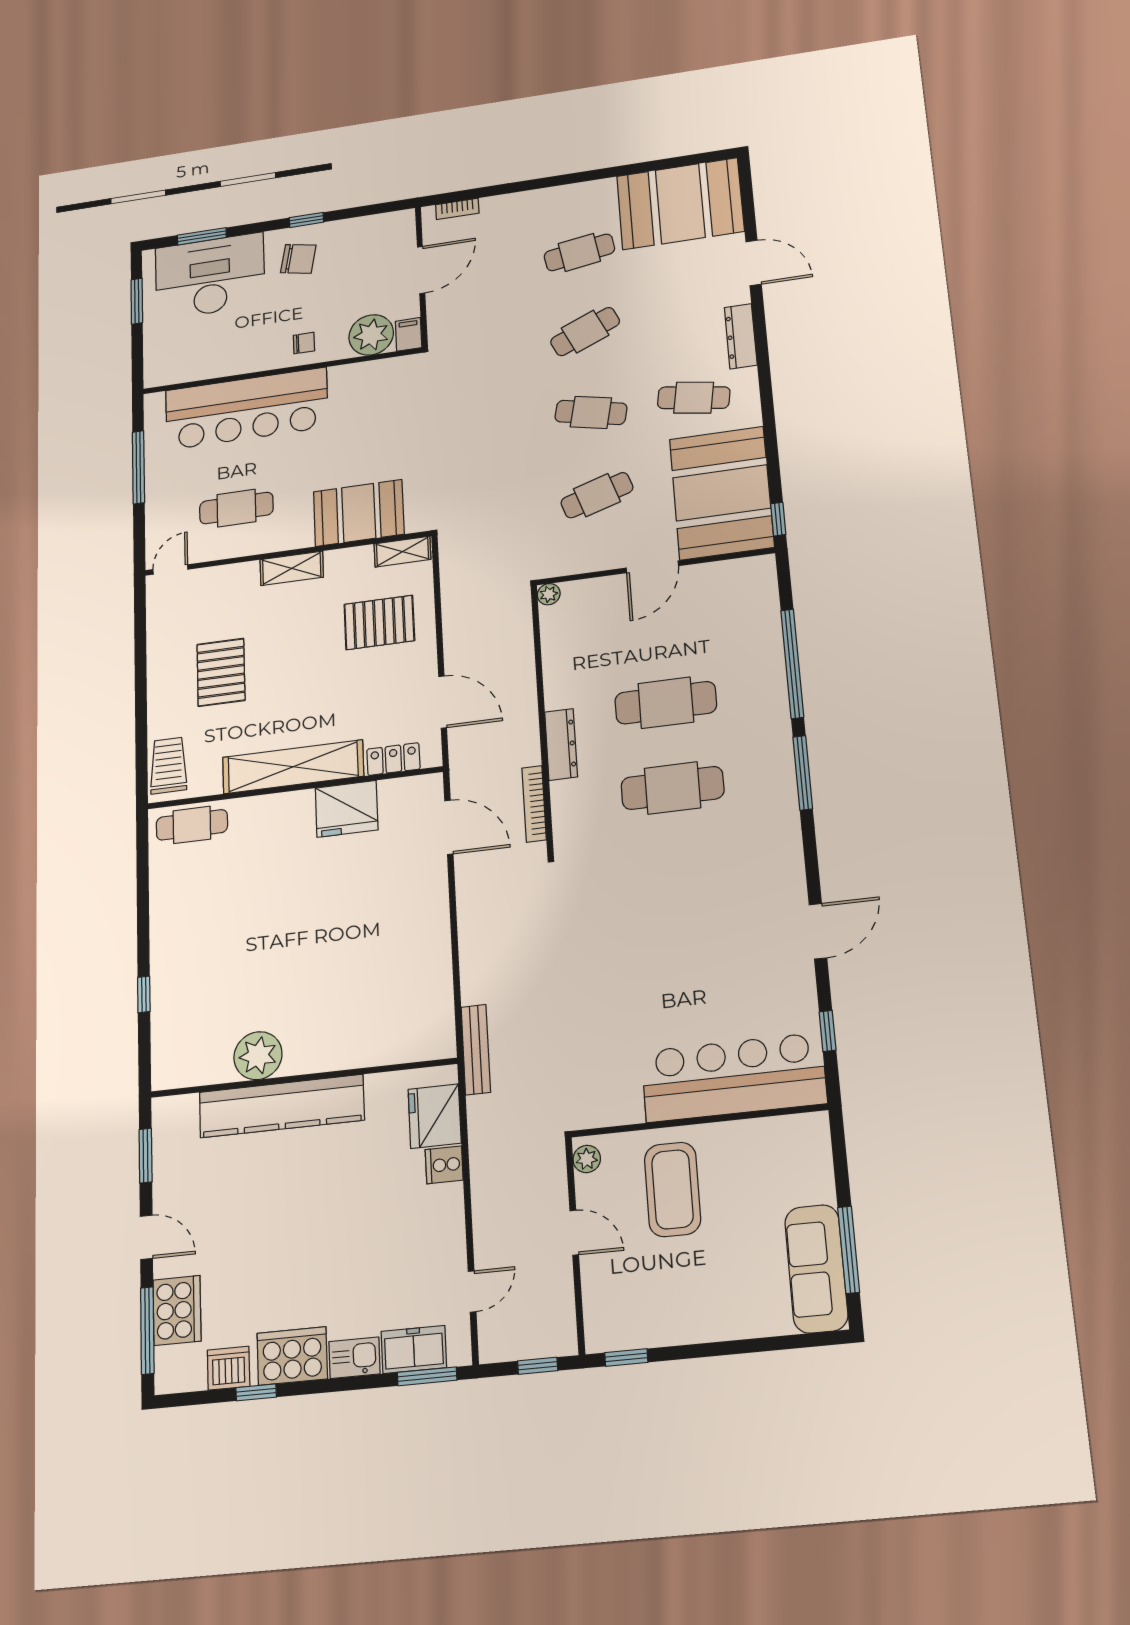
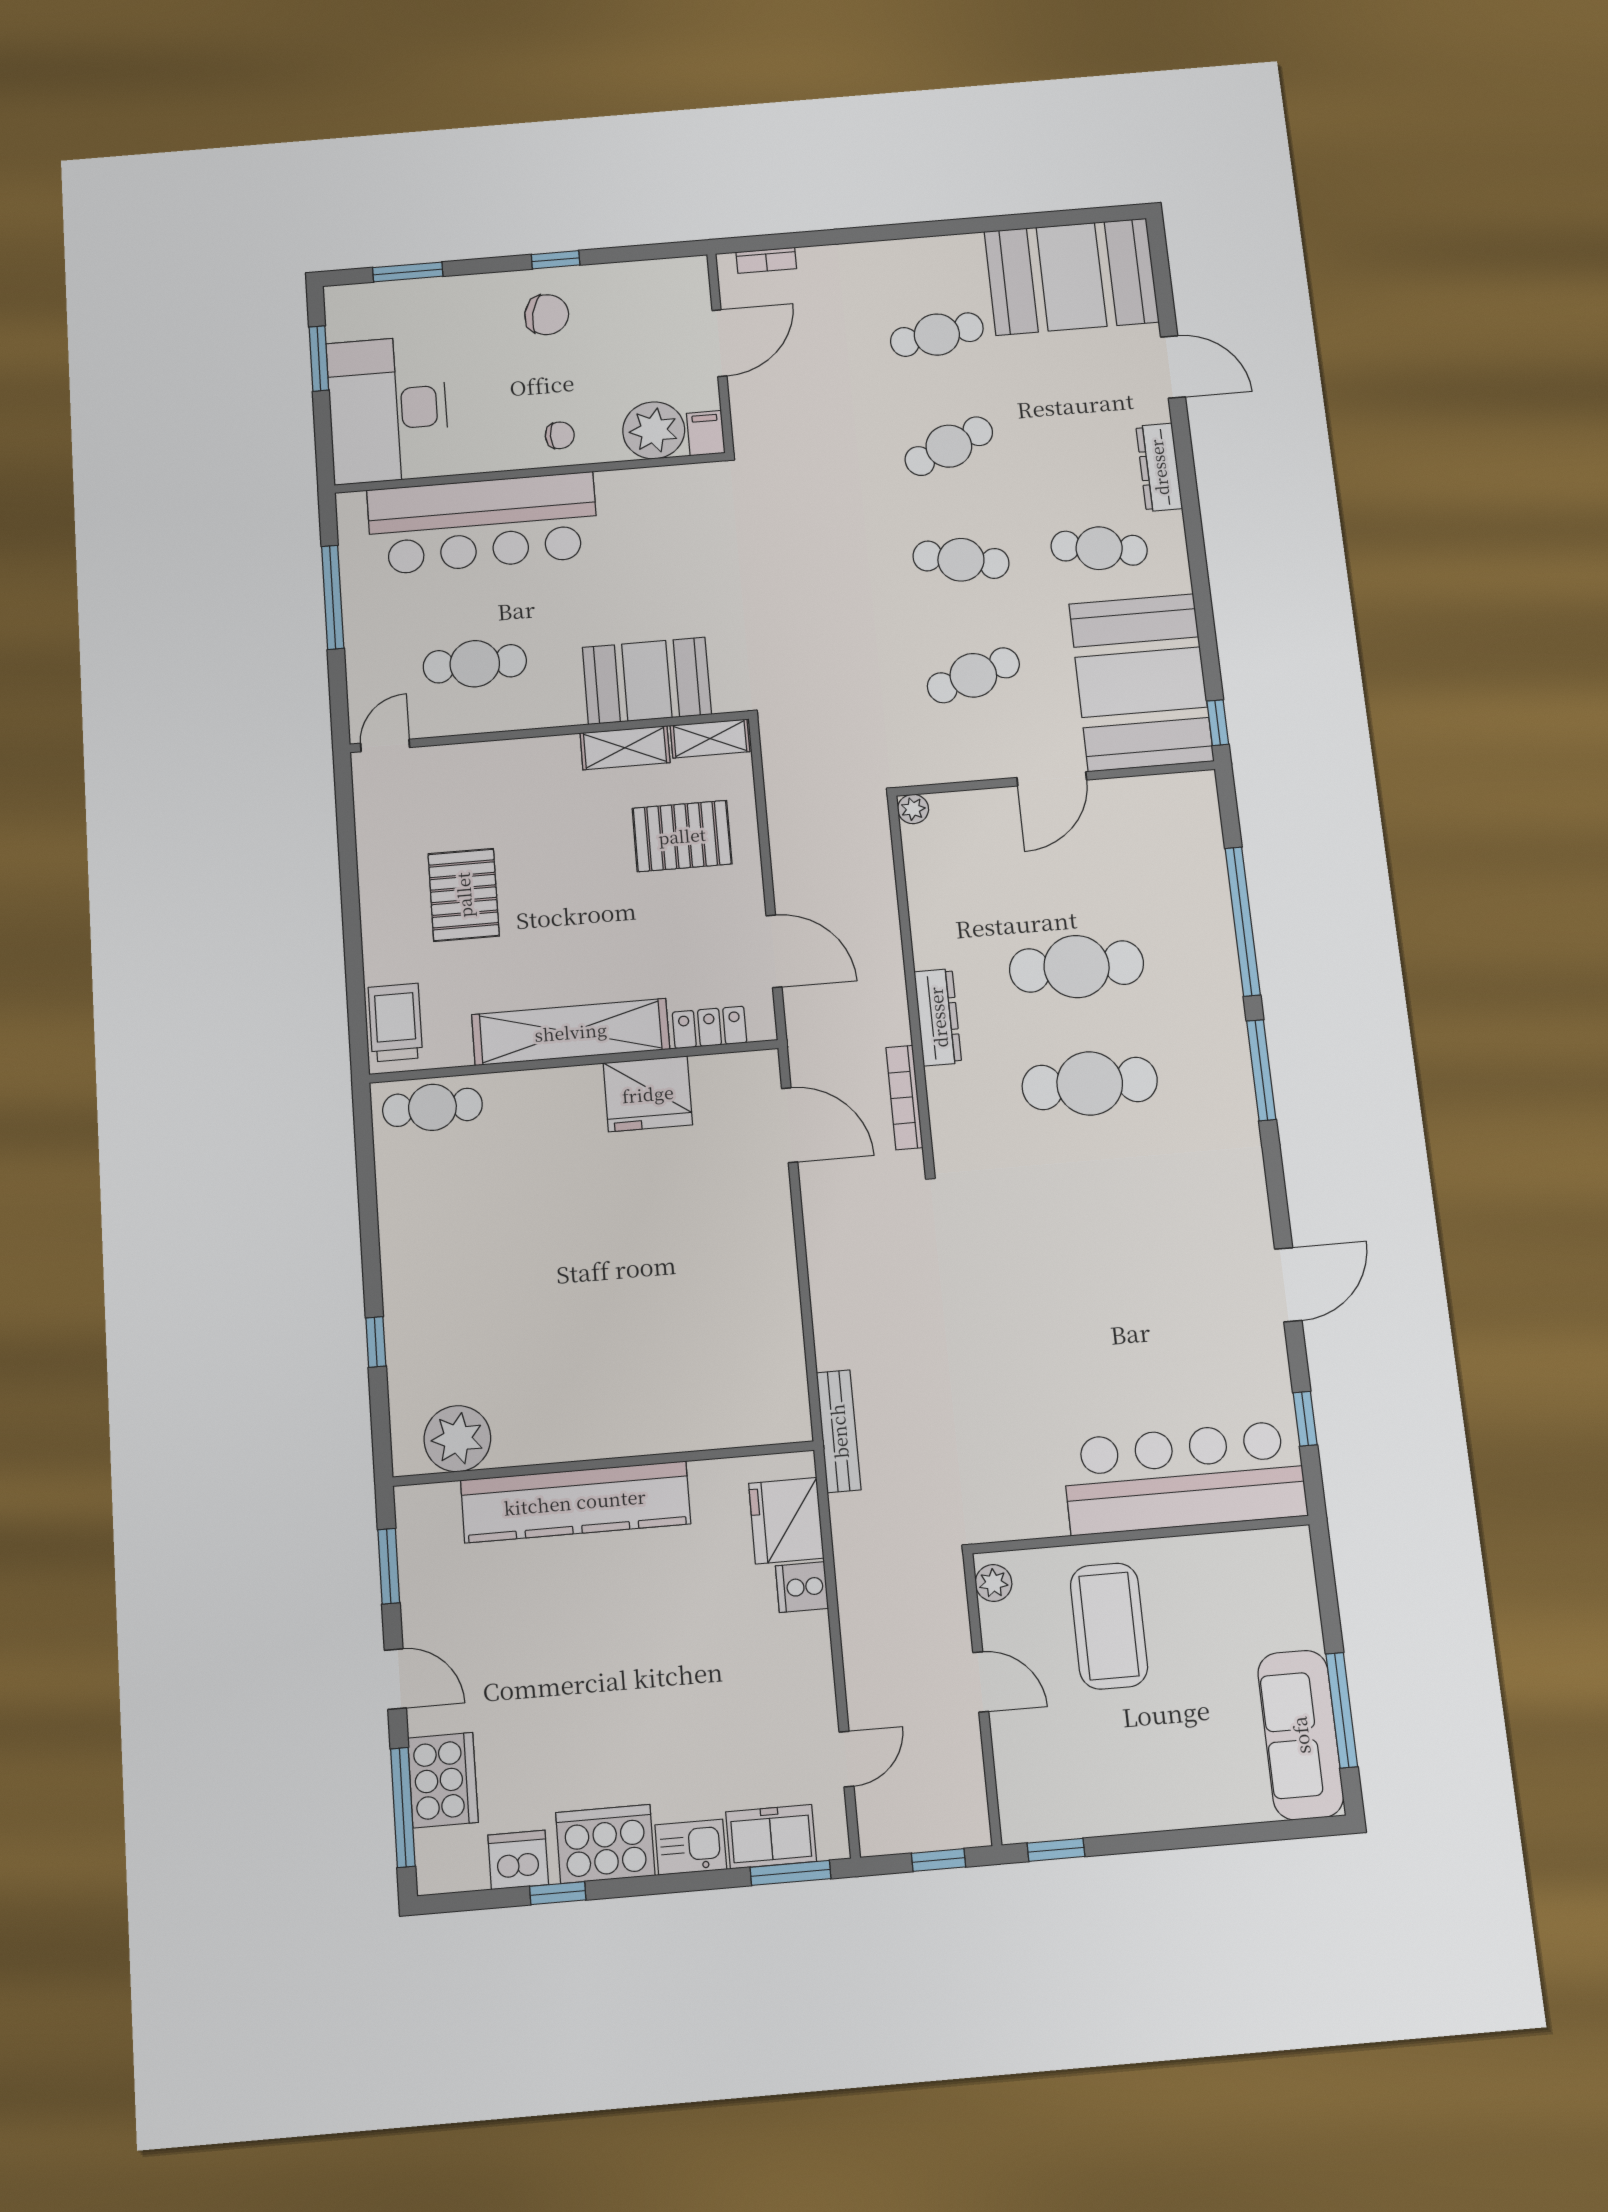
desk: (210, 276) -> (388, 409), moved, turned -90
shelving: (292, 568) -> (625, 748), moved
plant: (258, 1056) -> (457, 1439), moved

